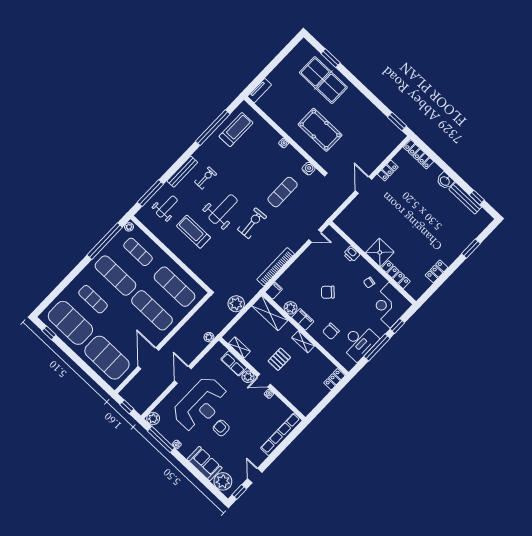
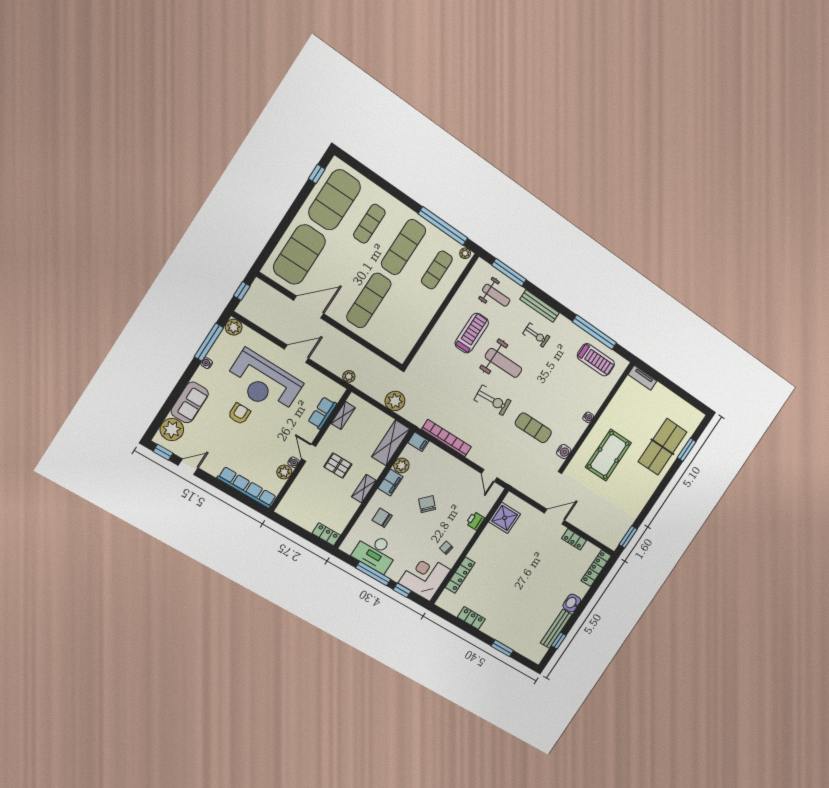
shower: (380, 252) -> (505, 518), moved
exercise mat: (175, 287) -> (402, 323), removed
plant: (248, 377) -> (284, 472), moved

